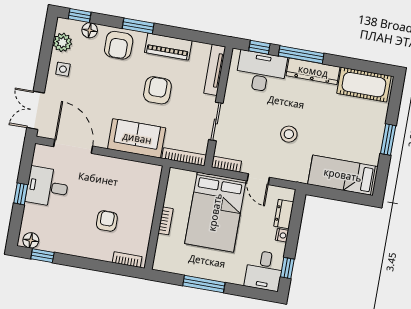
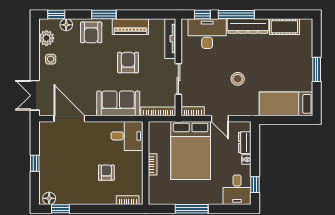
cot: (364, 85) -> (284, 27), width x0.73, depth x0.75
desk: (47, 187) -> (127, 136), moved, turned 180

